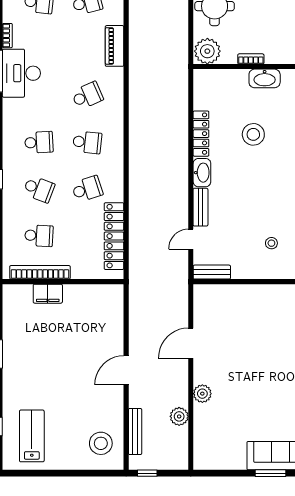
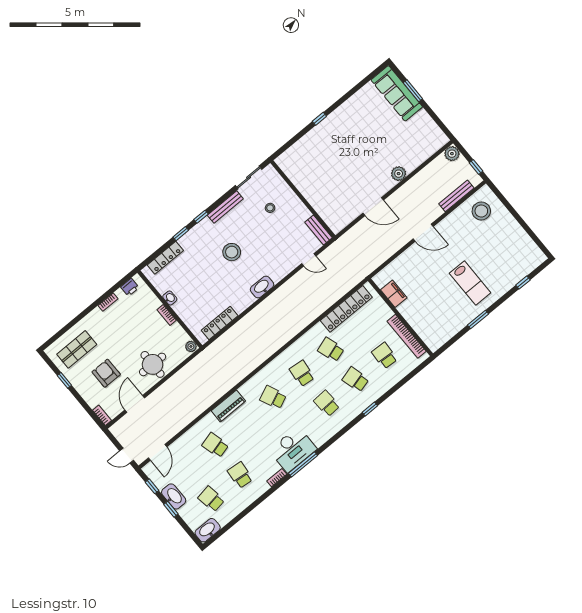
plant: (207, 51) -> (191, 346), width x0.53, depth x0.53
washbasin: (265, 78) -> (170, 298), width x0.52, depth x0.69
locker: (201, 134) -> (220, 323), moved
stool: (253, 134) -> (232, 252), moved
school desk: (39, 189) -> (356, 380), turned -36
bench: (200, 207) -> (284, 270), removed
filing cabinet: (48, 294) -> (394, 294), moved
plant: (179, 416) -> (452, 154), moved
lab bench: (32, 436) -> (470, 283), moved, turned -90

